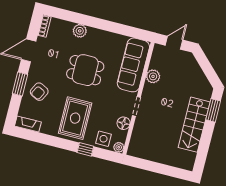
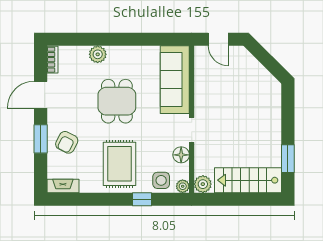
door: (174, 43) -> (218, 39), swing flipped
dining table: (85, 70) -> (117, 101), turned 90
plant: (153, 76) -> (203, 184), moved
window: (213, 110) -> (288, 159), moved
stairs: (194, 125) -> (248, 180), moved, turned 90

